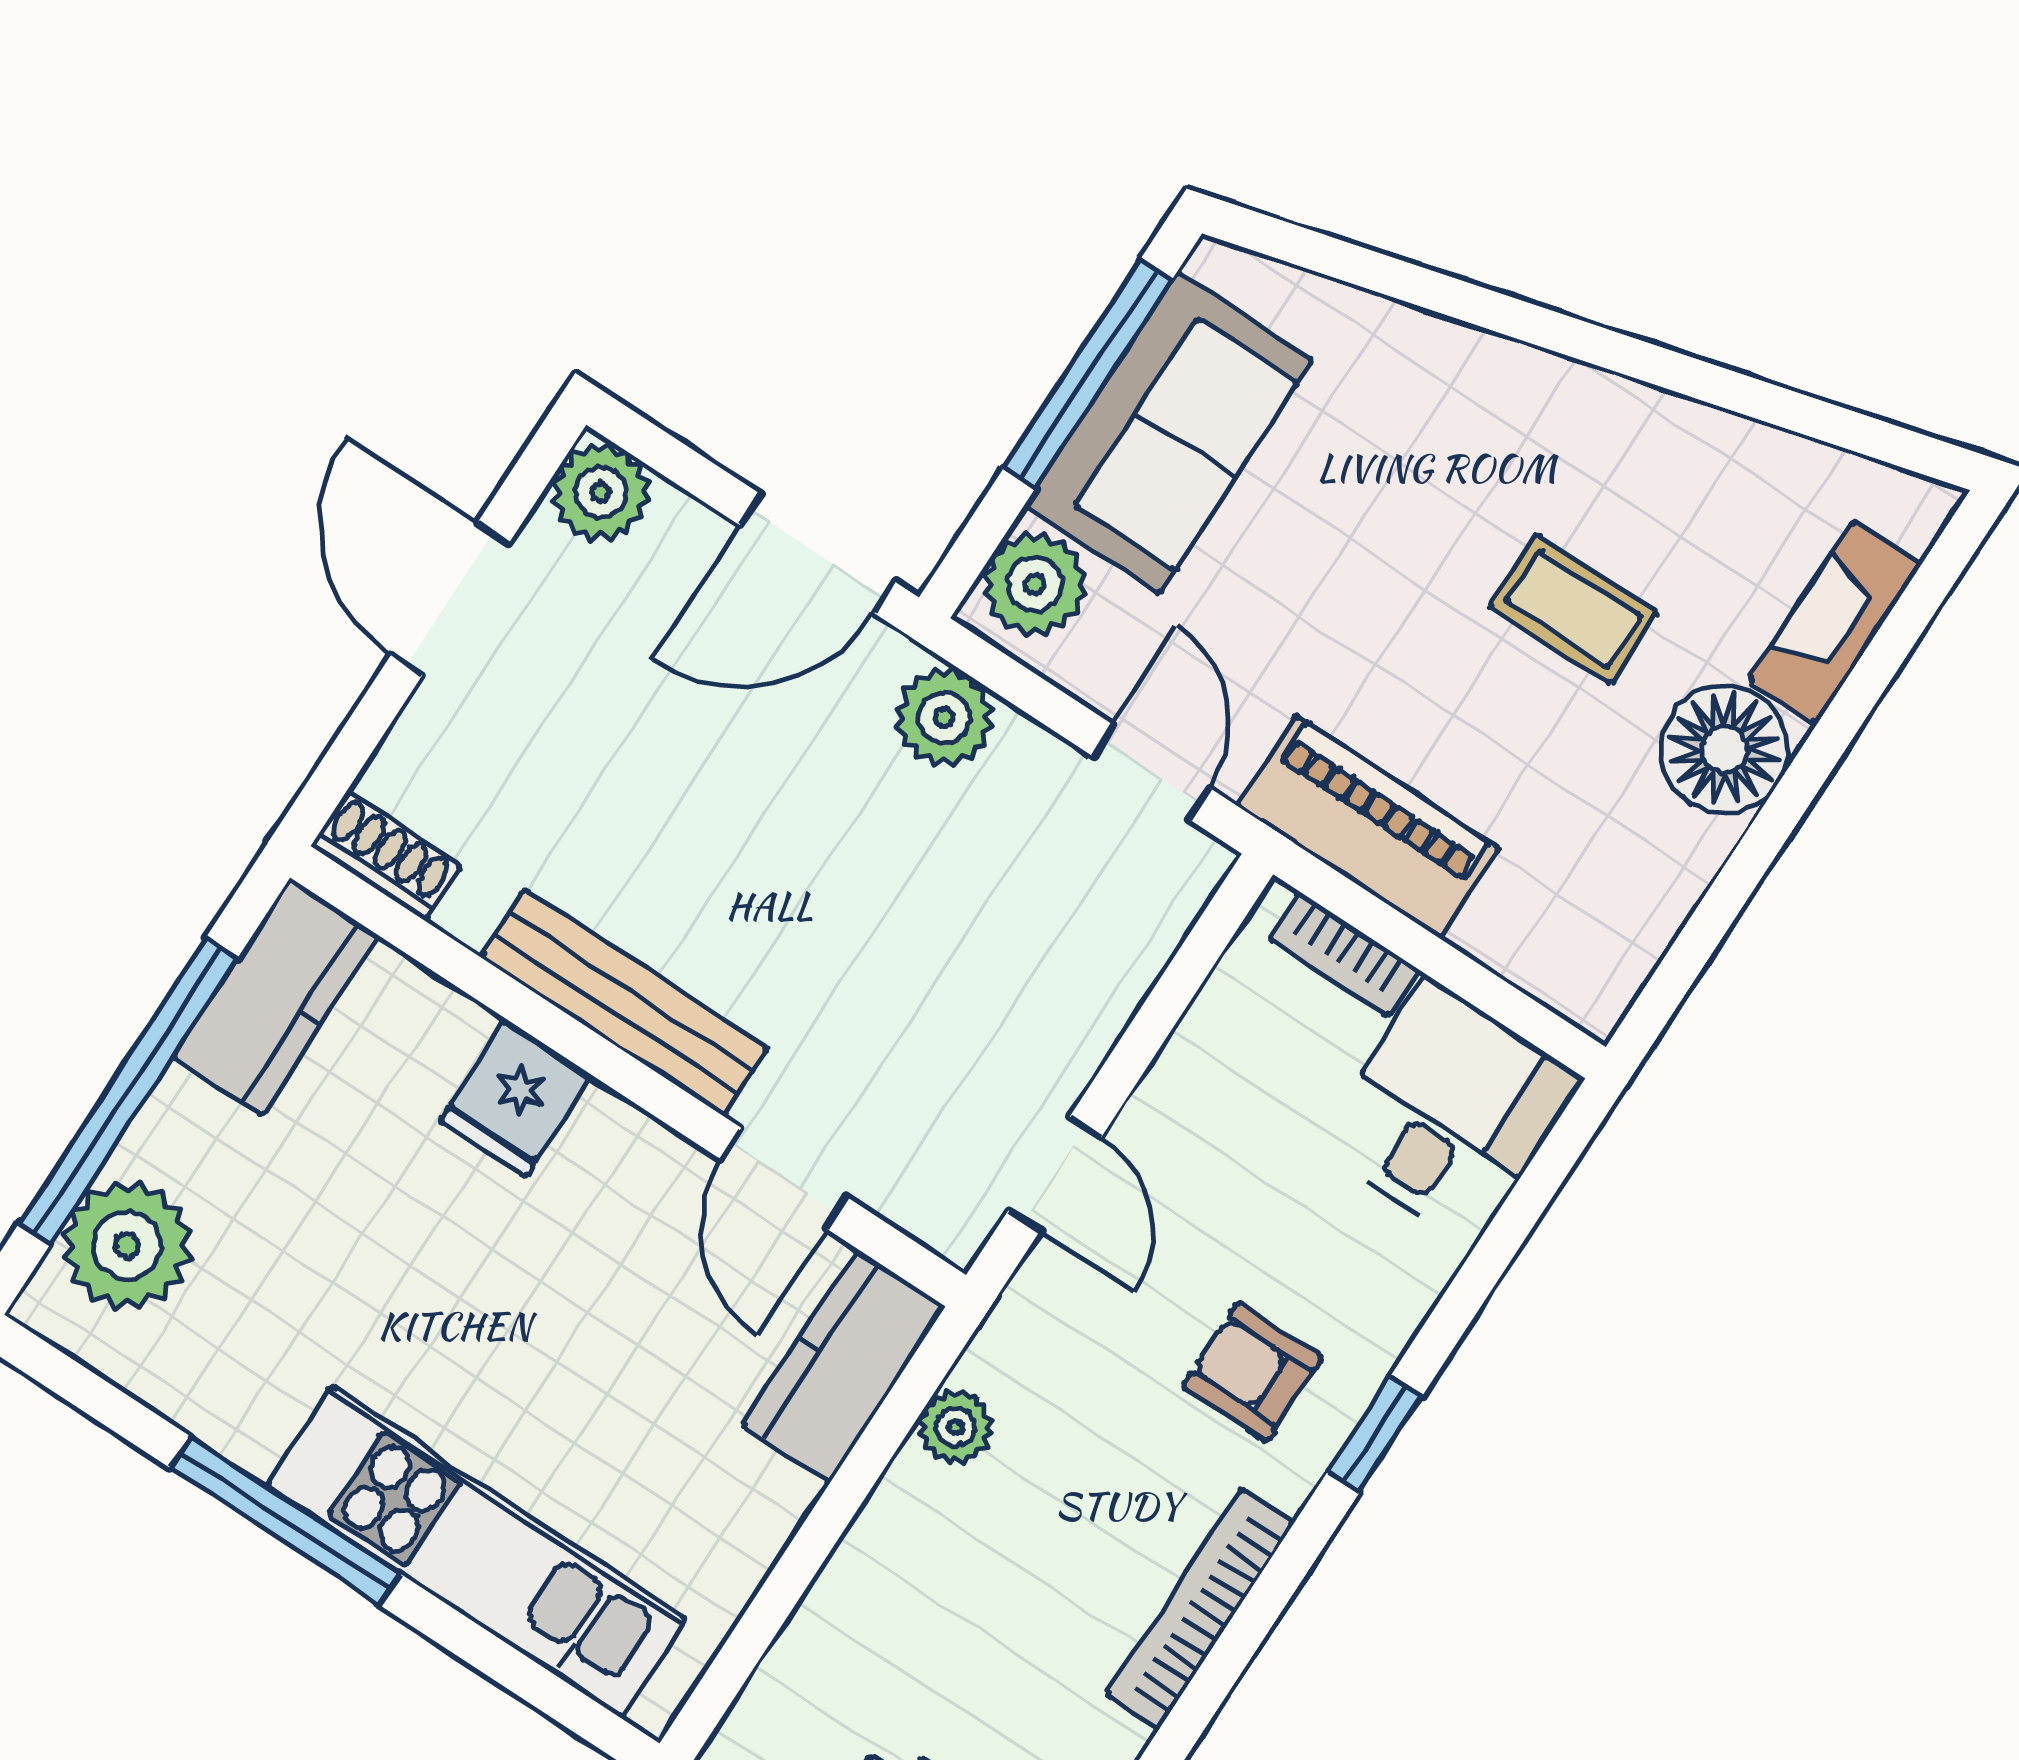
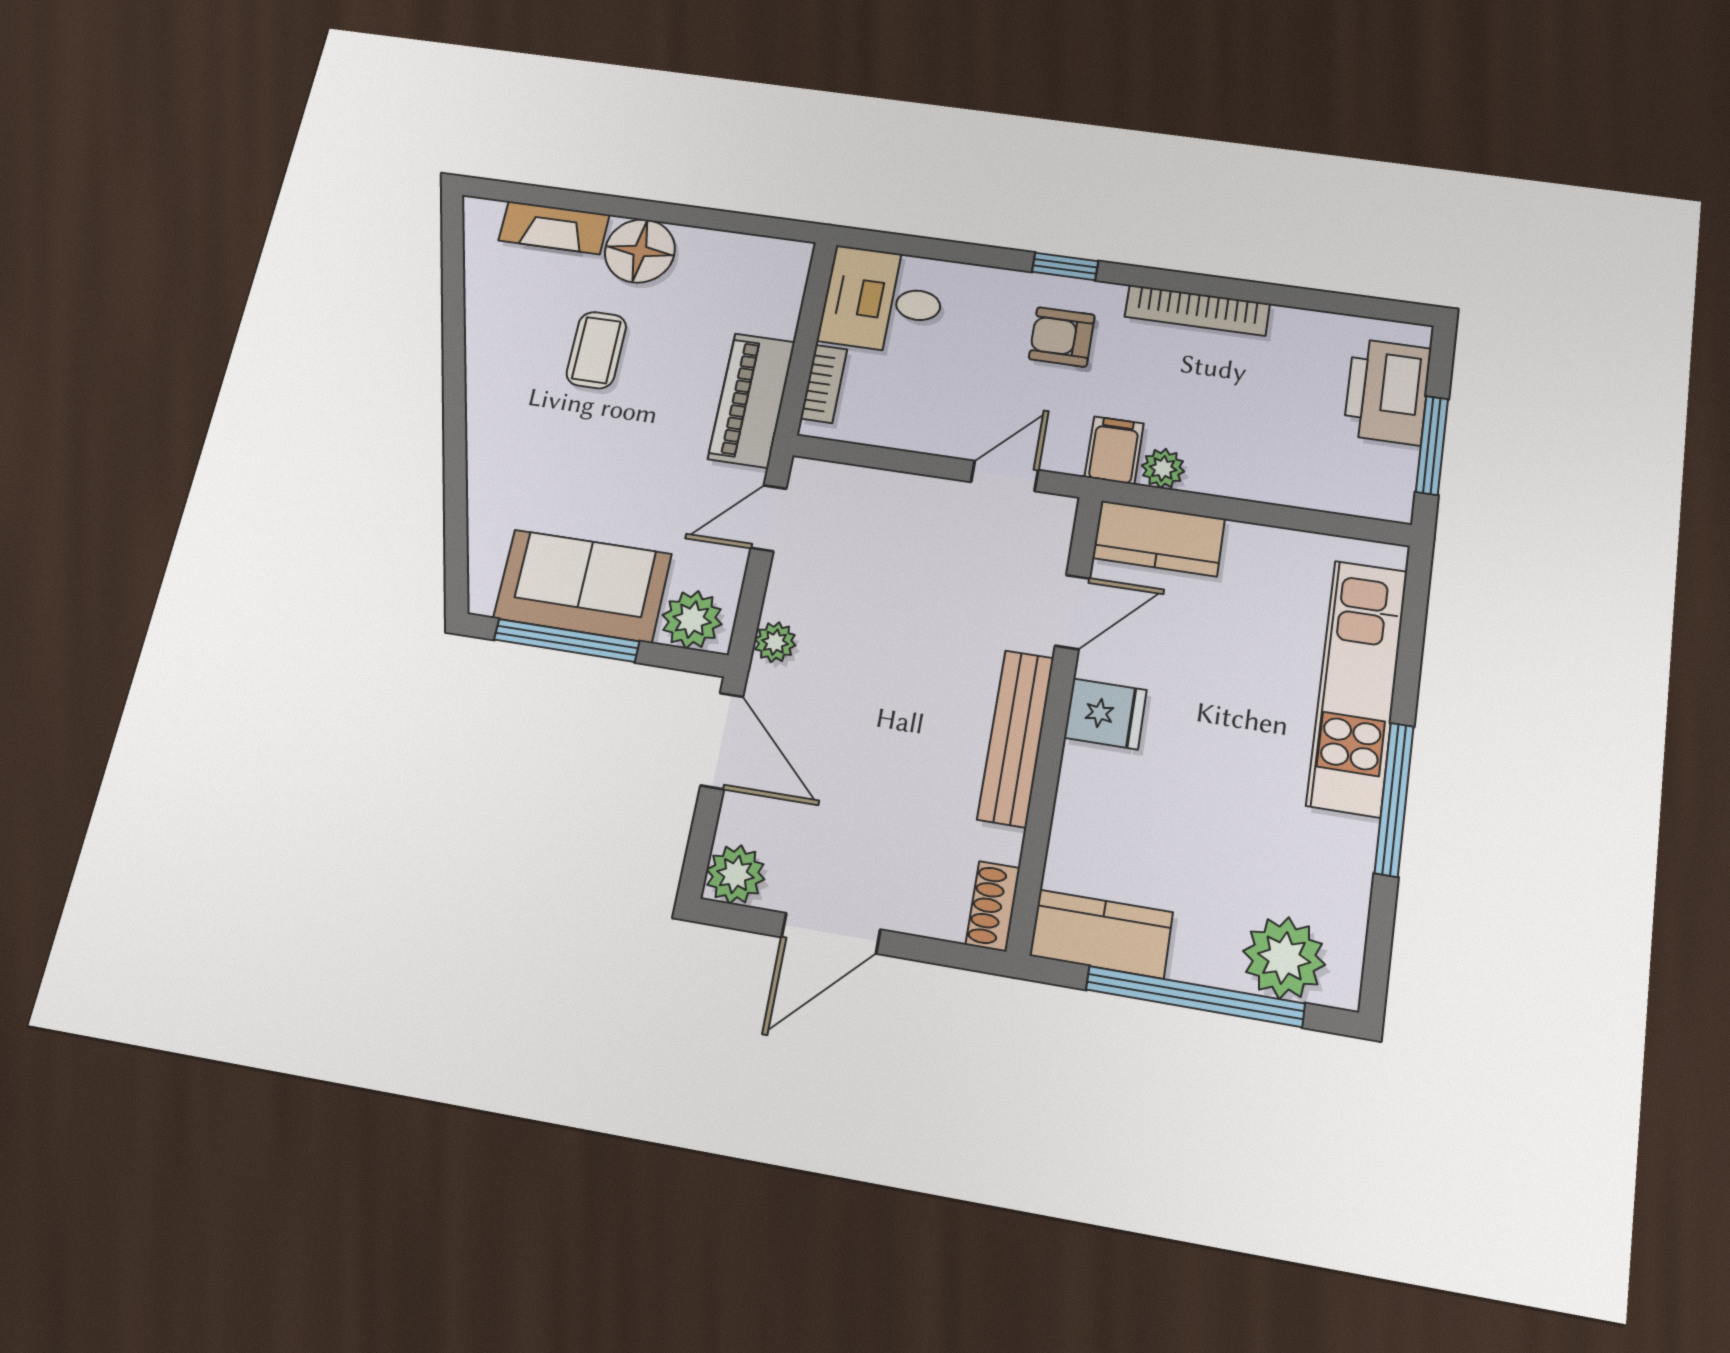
plant: (944, 717) -> (775, 642), width x0.73, depth x0.73
fridge: (515, 1098) -> (1105, 714), moved
filing cabinet: (1020, 1365) -> (1114, 450), added
armchair: (1252, 1372) -> (1062, 337), turned 90

